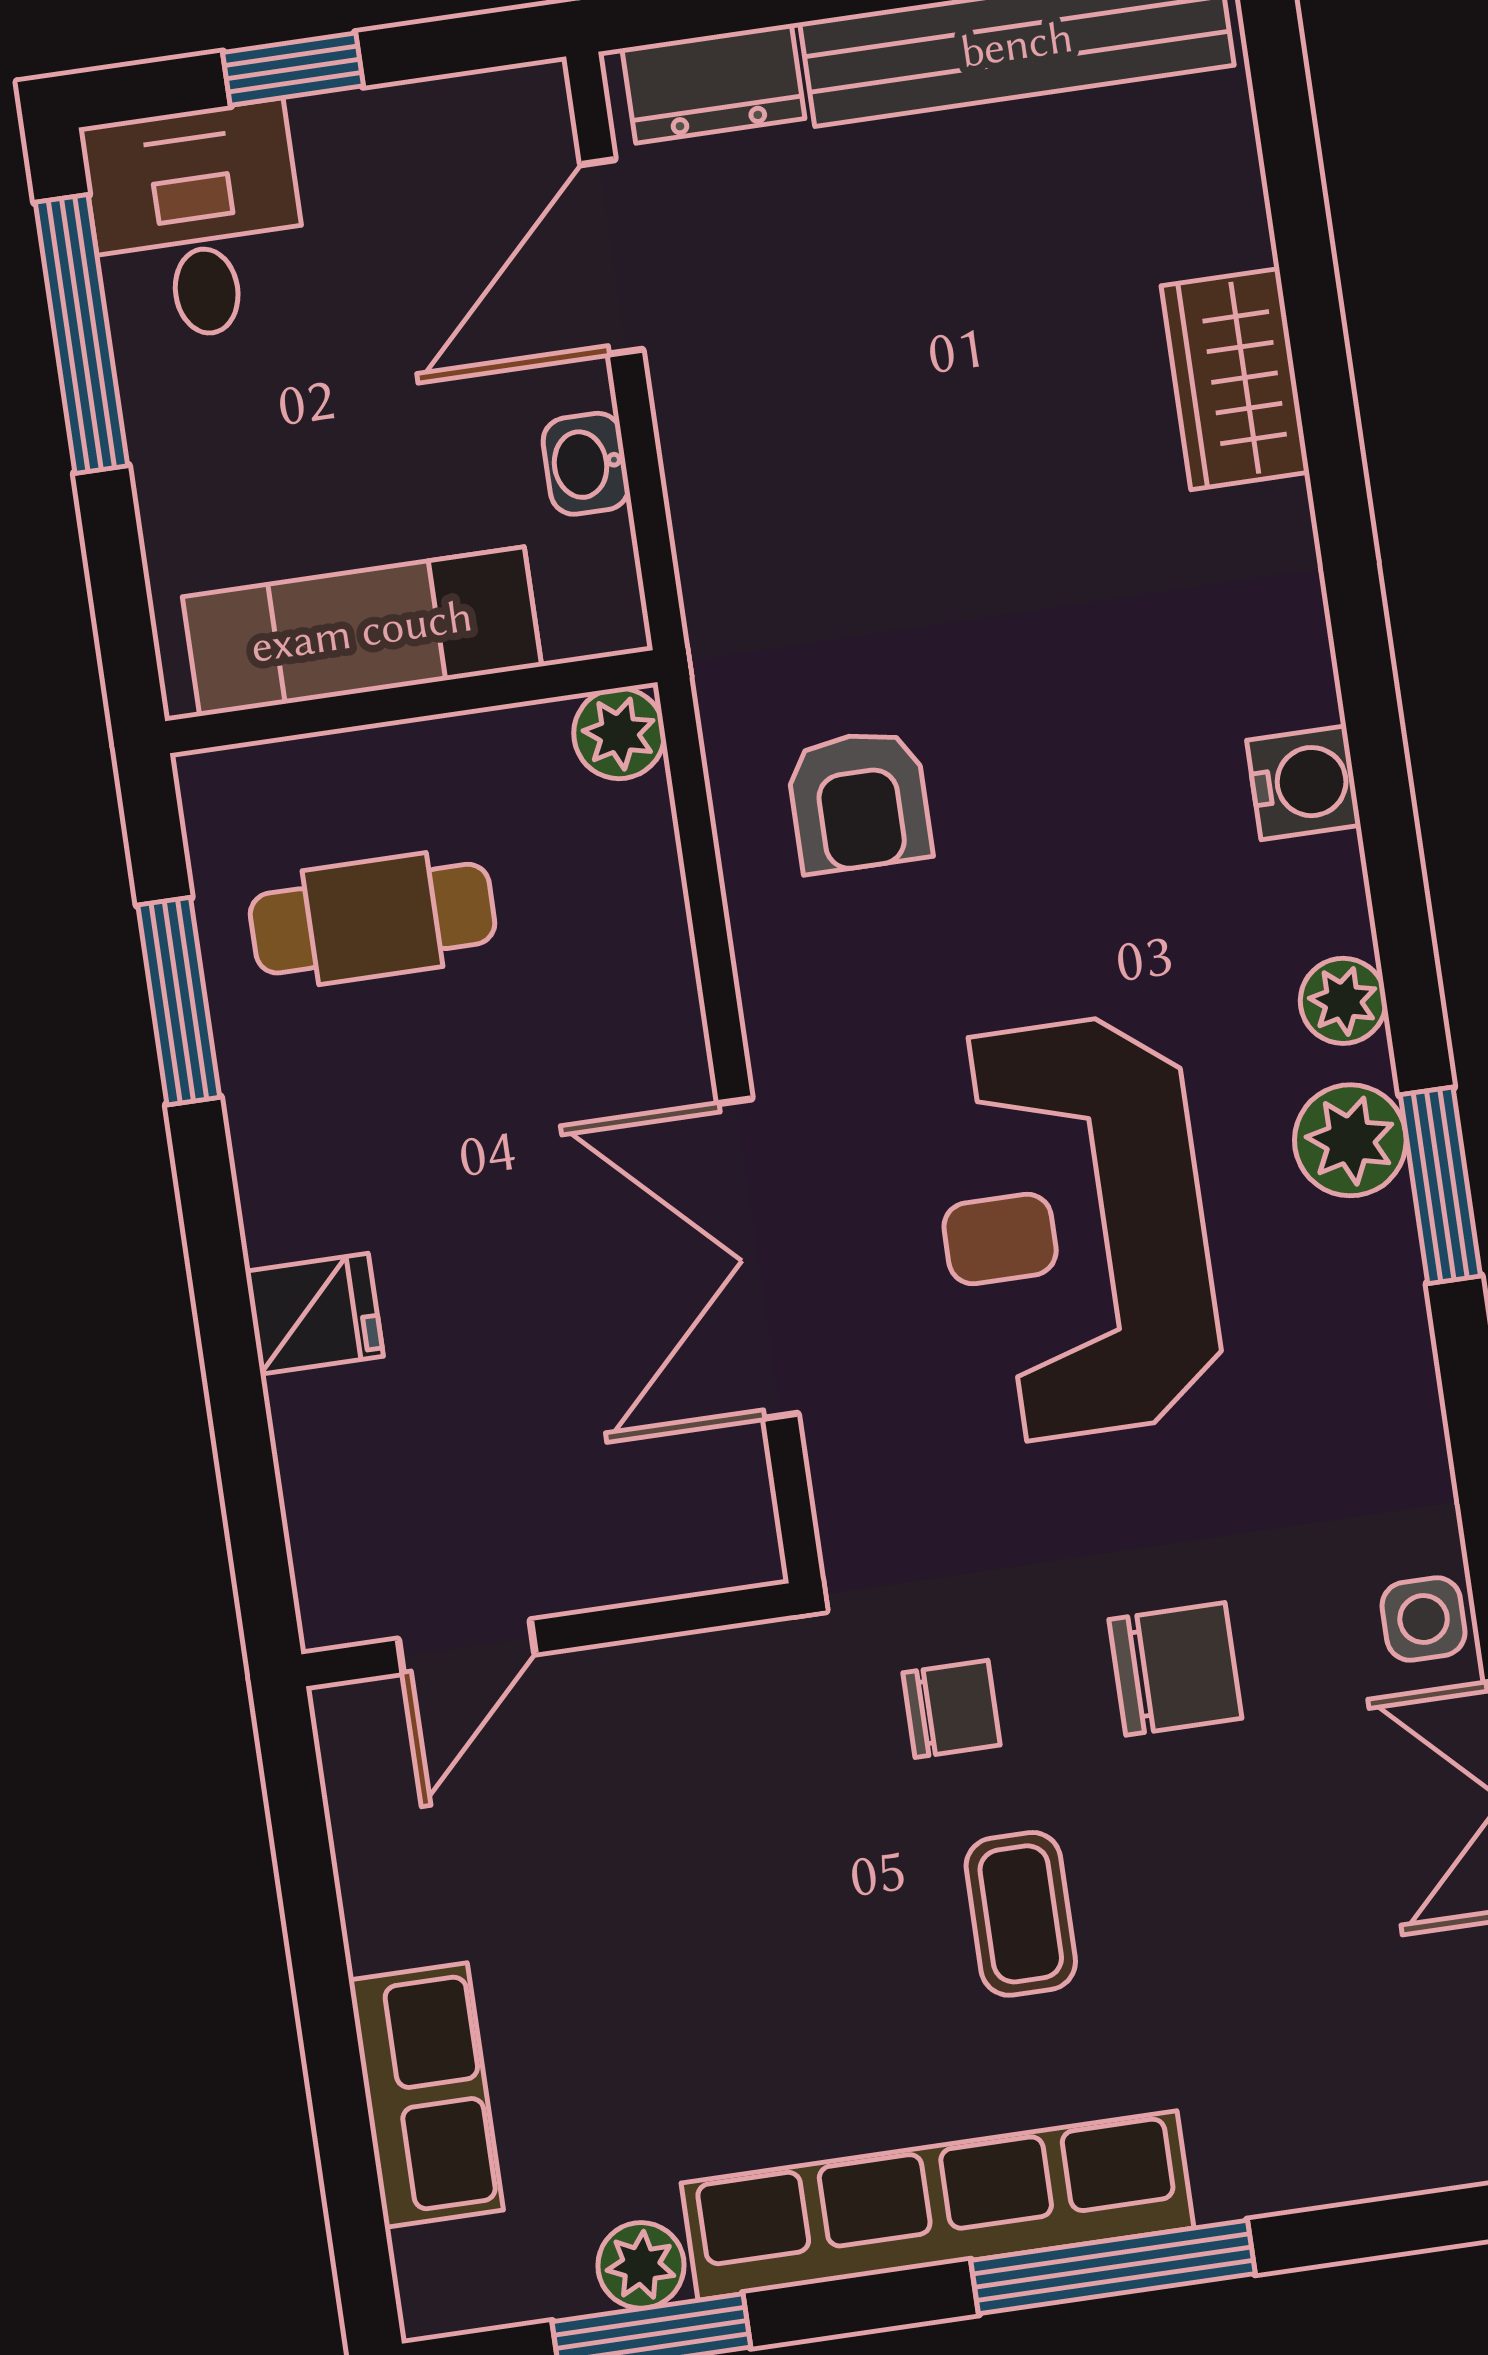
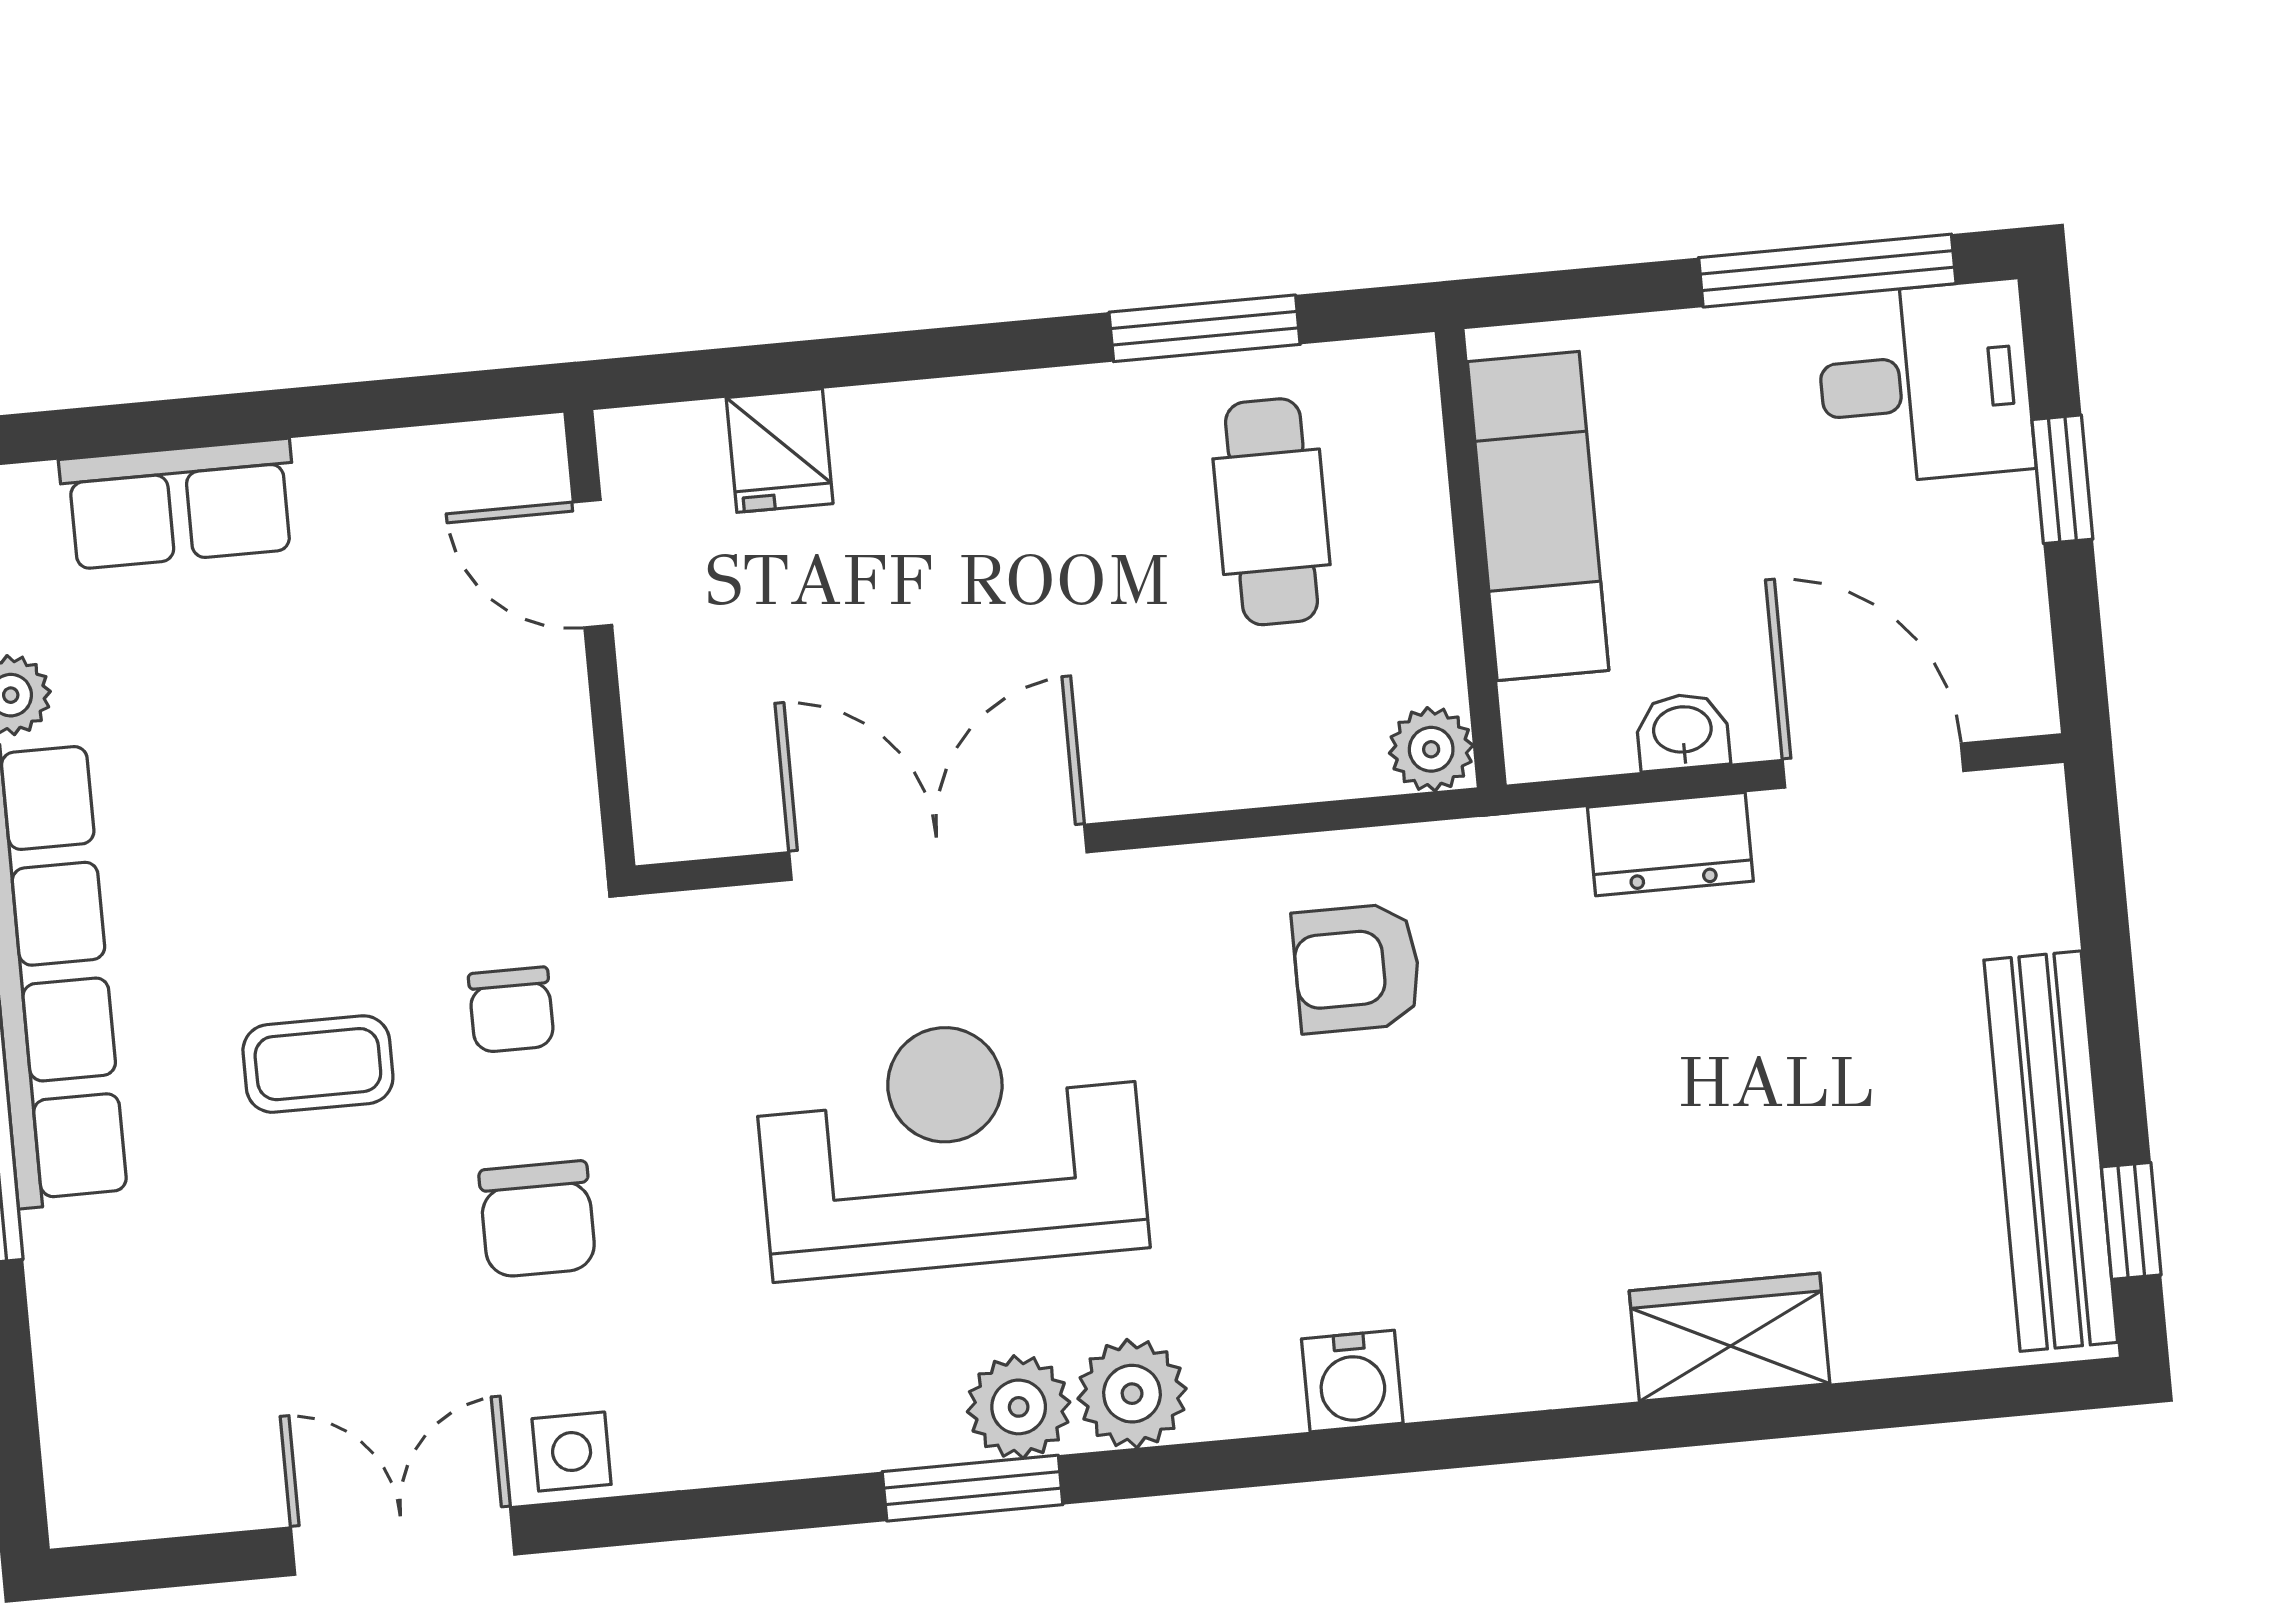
dresser: (713, 83) -> (1670, 844), moved, turned -90
plant: (1343, 1001) -> (1132, 1394), width x1.38, depth x1.38
fridge: (314, 1314) -> (780, 451), moved

